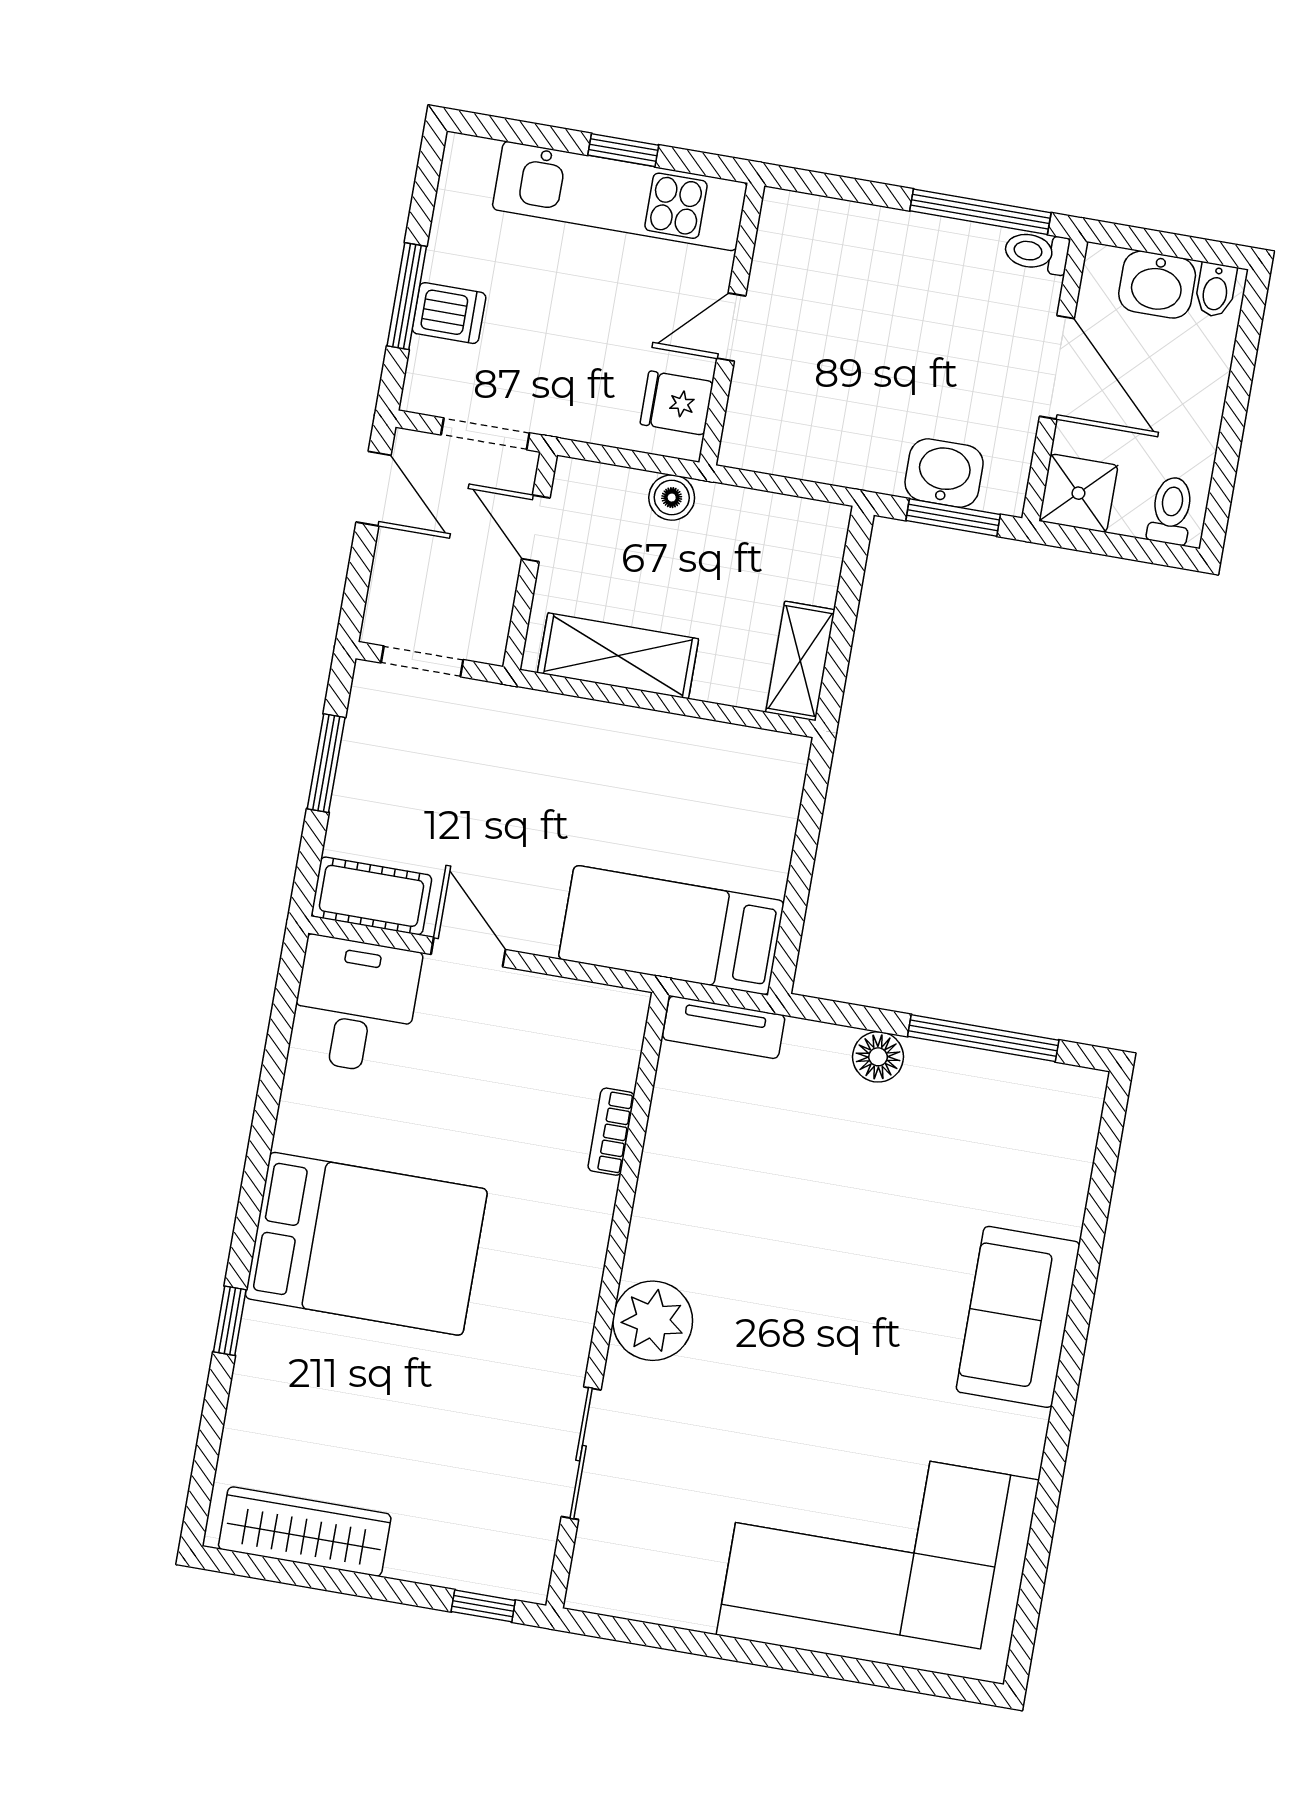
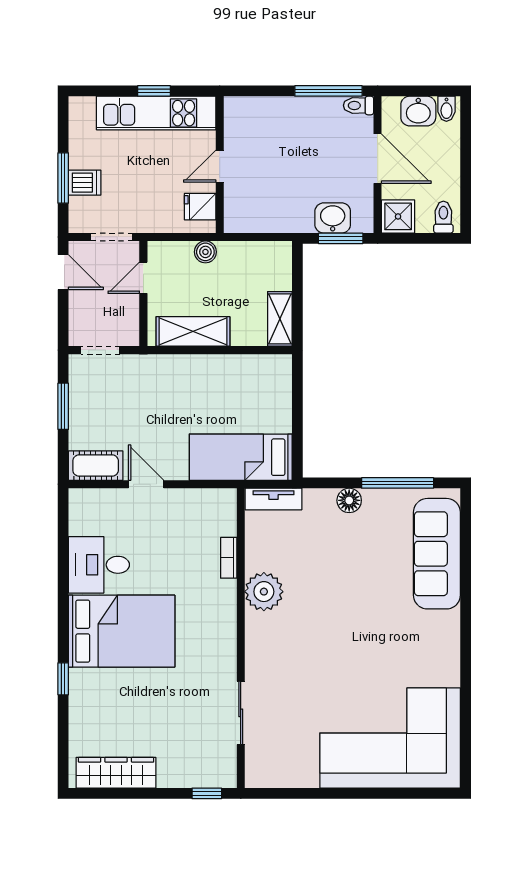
door: (536, 528) -> (143, 278), hinge flipped
desk: (355, 1005) -> (99, 565), moved, turned -90
sofa: (1018, 1317) -> (437, 554), moved, width x1.36
plant: (653, 1321) -> (264, 592), moved

